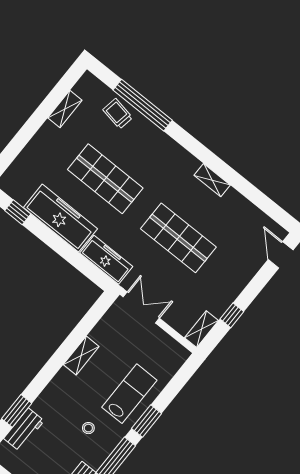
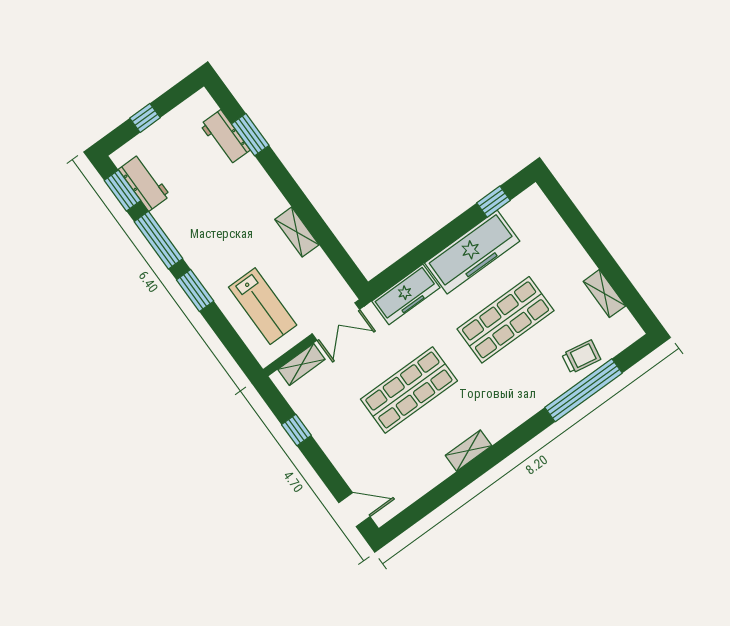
shelving: (202, 329) -> (301, 364), moved, turned 90
lab bench: (129, 394) -> (263, 306), moved
stool: (88, 428) -> (206, 217), removed

